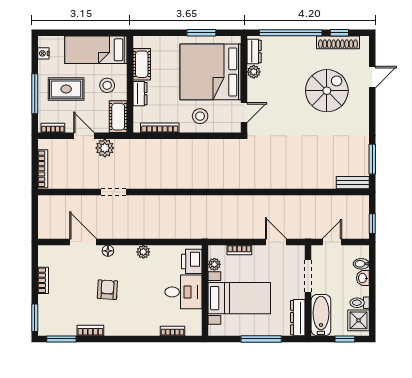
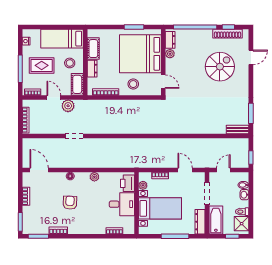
door: (244, 113) -> (163, 82), hinge flipped
door: (83, 242) -> (39, 170), moved

